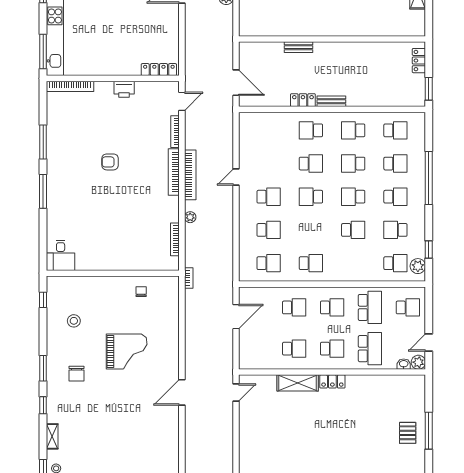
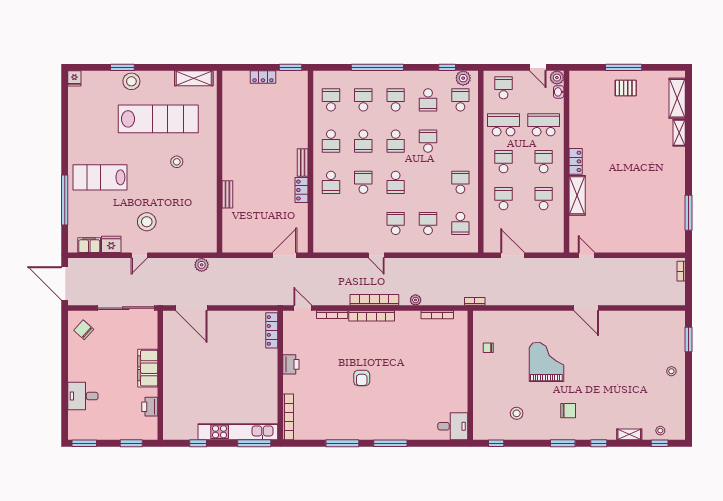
wall: (332, 39) -> (220, 162), moved
bench: (298, 47) -> (227, 194), moved
school desk: (269, 263) -> (460, 223), turned 180

